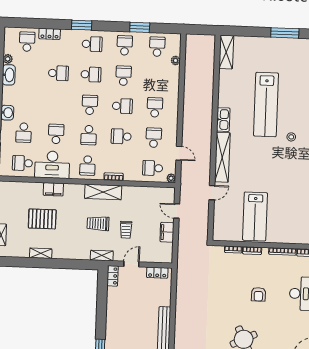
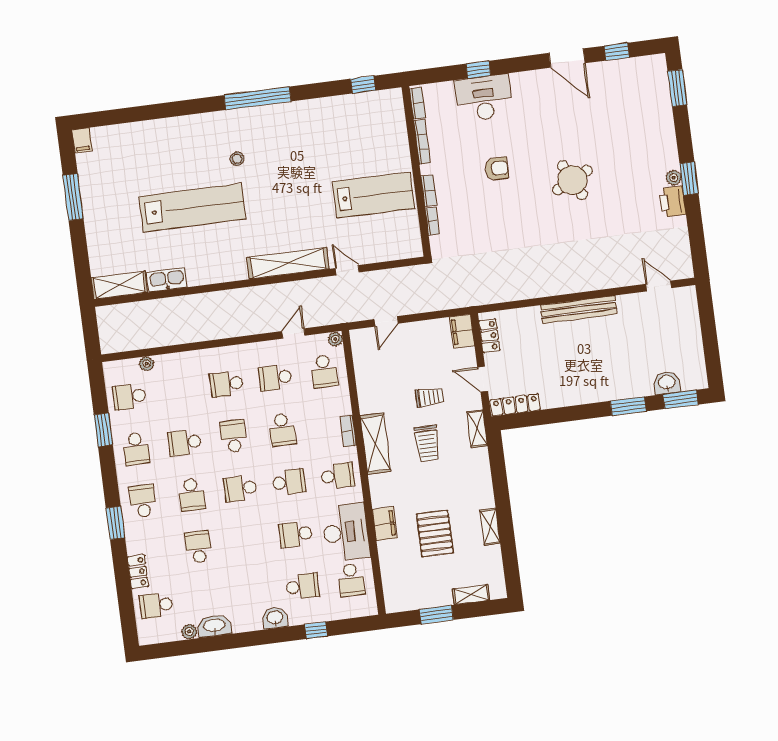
school desk: (125, 45) -> (136, 449), turned -90
school desk: (91, 74) -> (191, 495), turned 180
kitchen sink: (223, 120) -> (167, 280), moved
filing cabinet: (167, 232) -> (462, 331), moved, turned 90
locker: (113, 276) -> (515, 405), width x1.53

